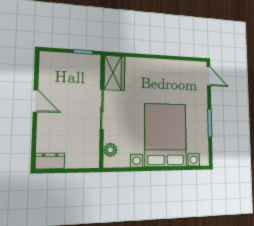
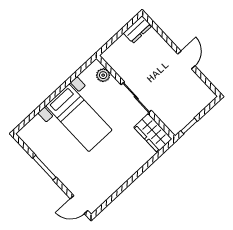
door: (35, 101) -> (186, 60), swing flipped
bed with nightstands: (166, 135) -> (79, 118), width x0.73

